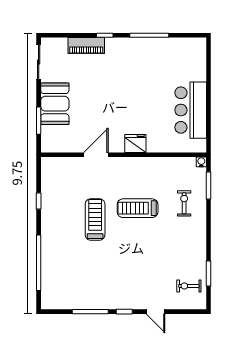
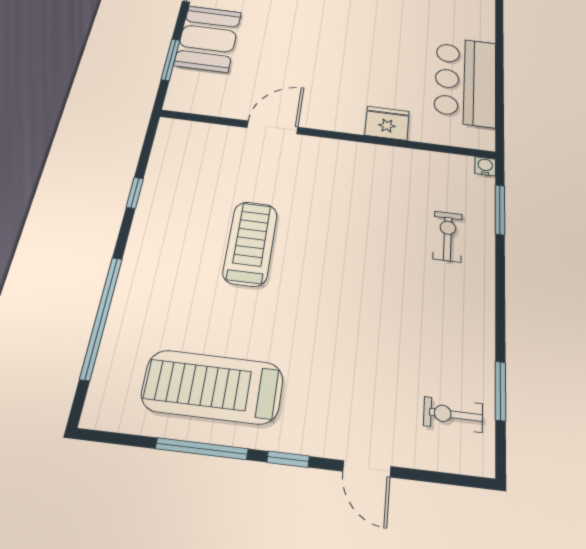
fridge: (135, 144) -> (387, 123), moved
treadmill: (138, 208) -> (213, 387), moved, width x1.37, depth x1.38

